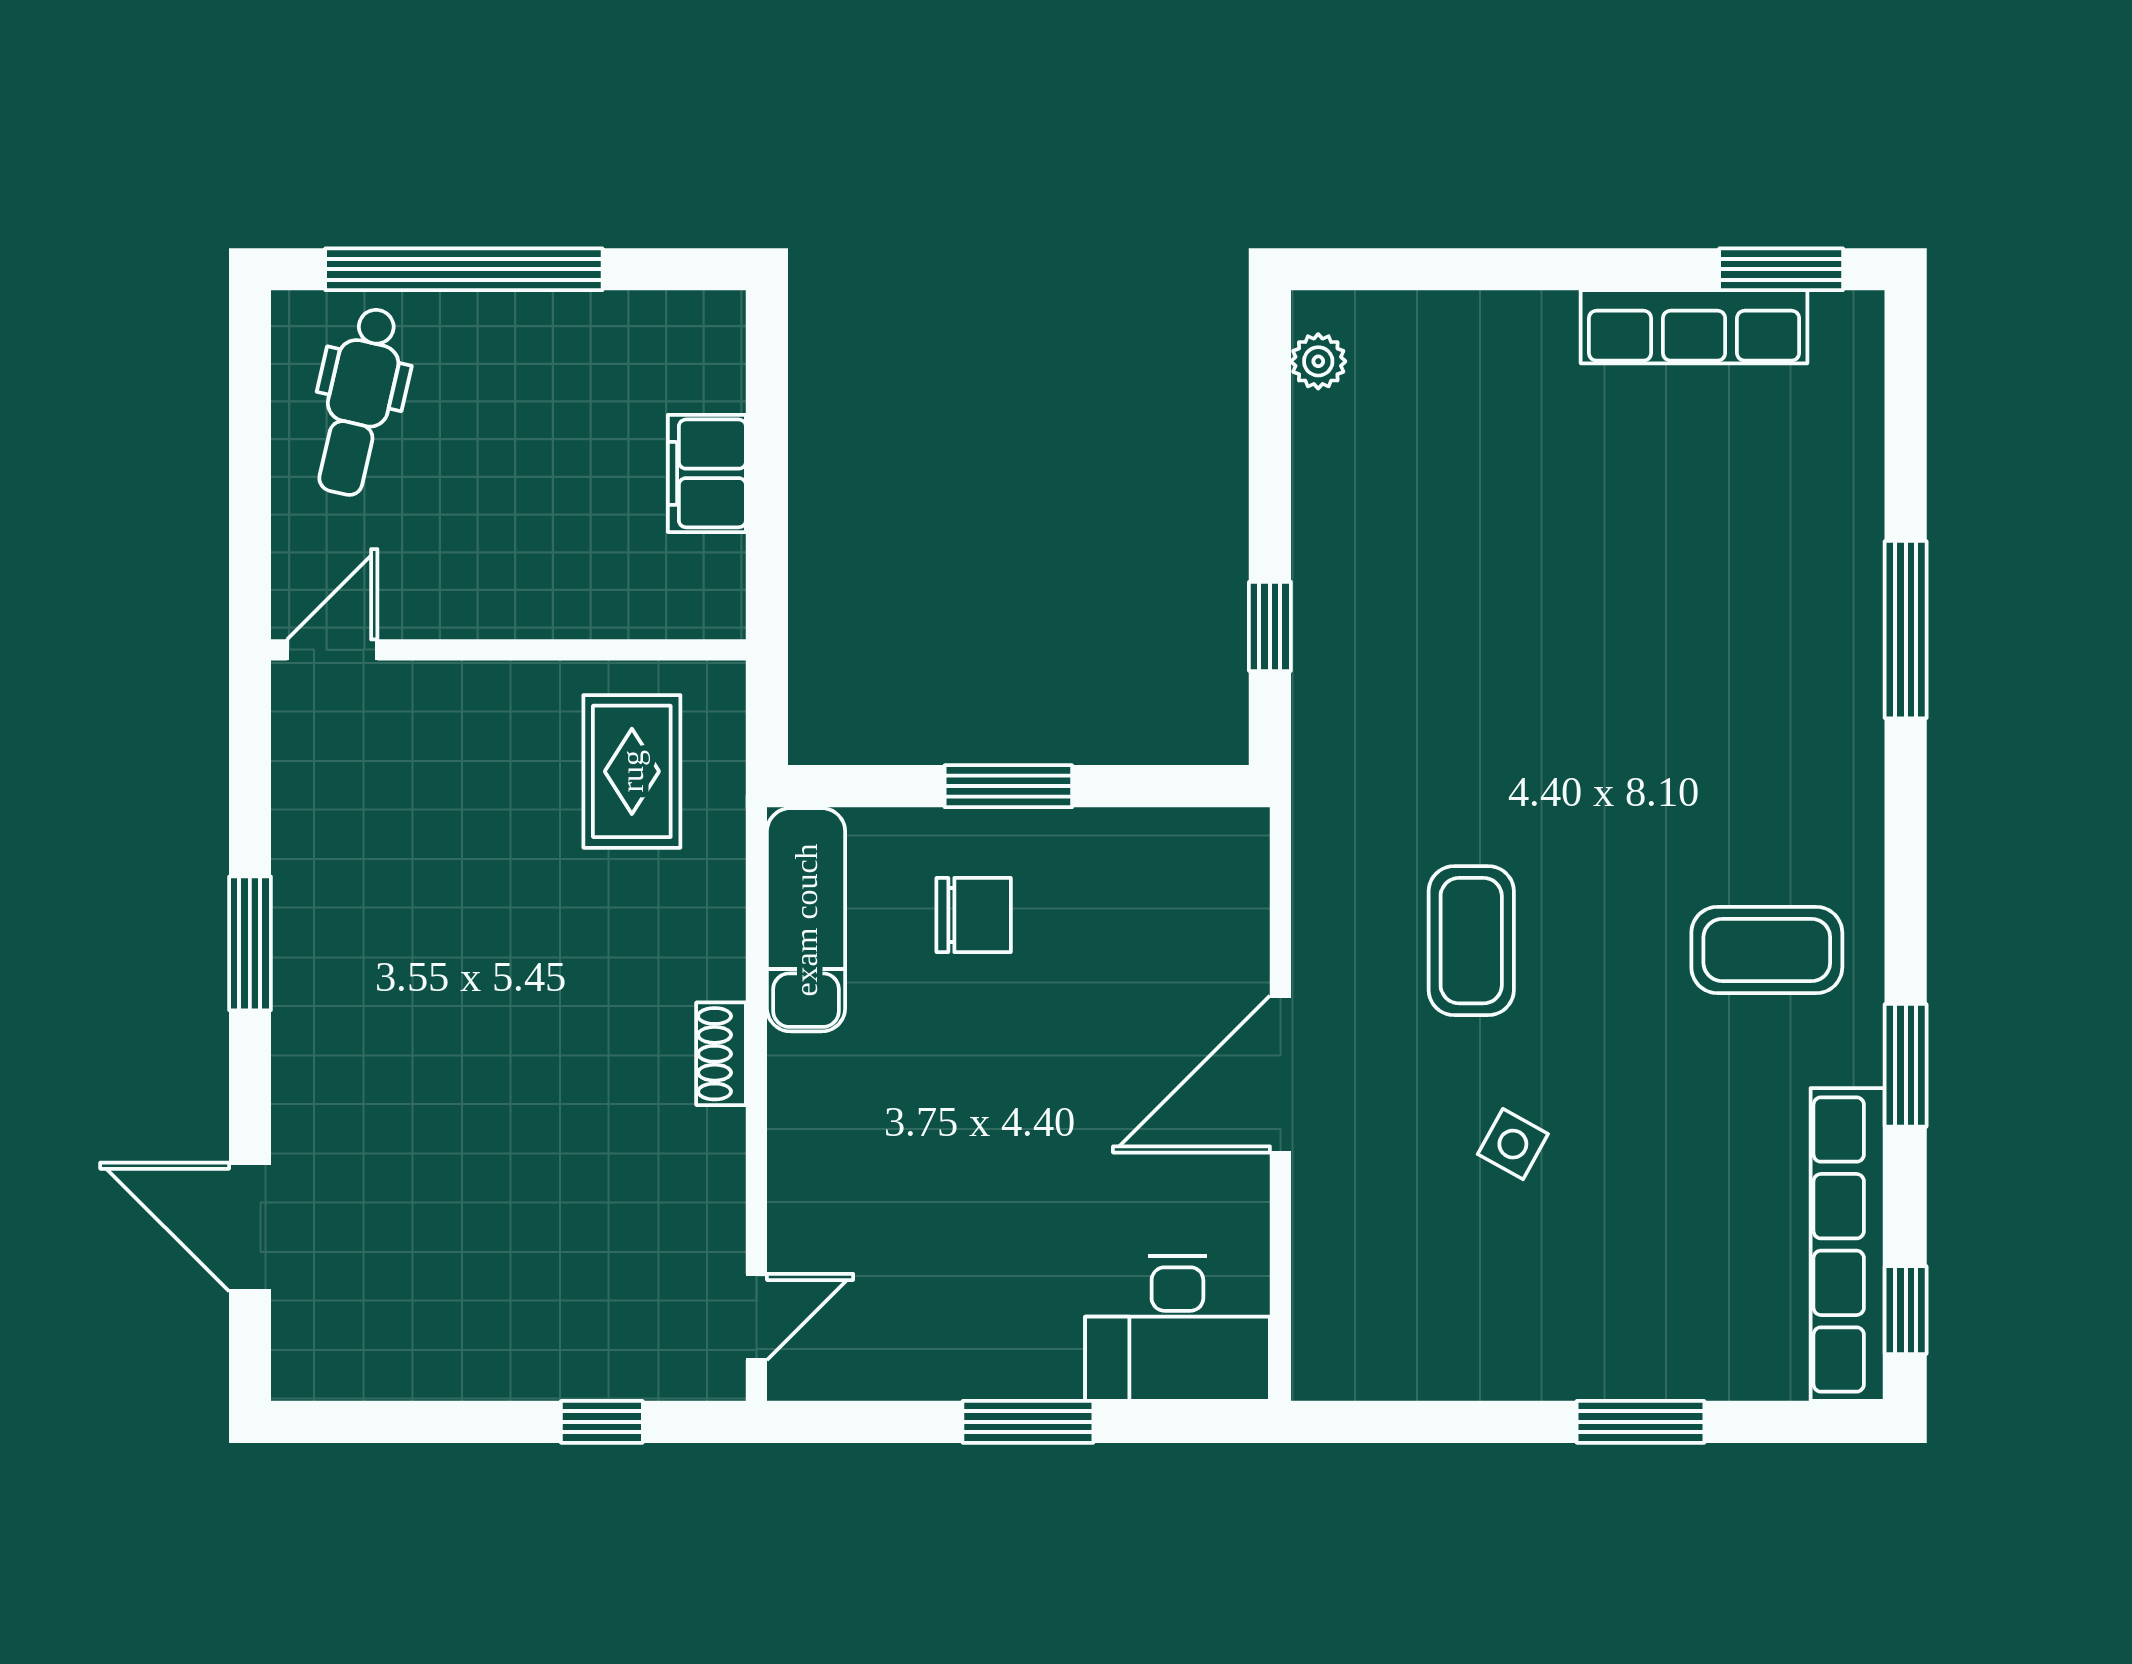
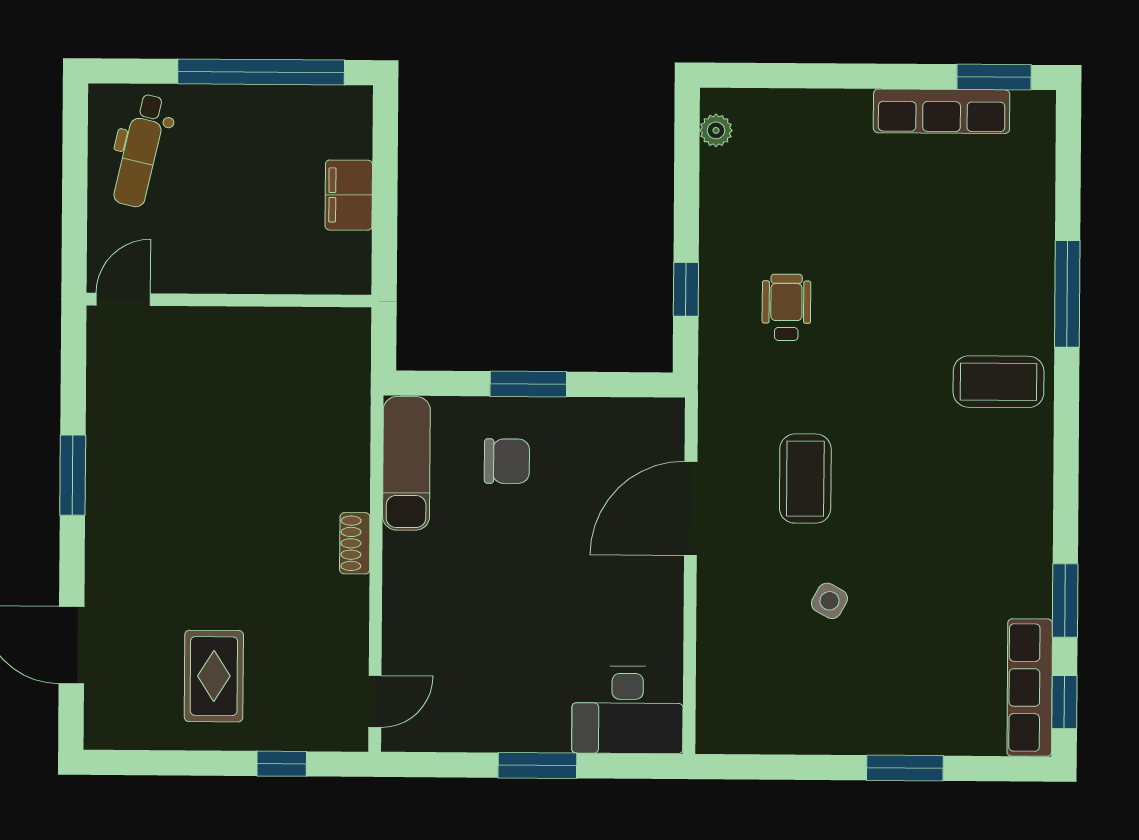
window: (464, 269) -> (261, 72), moved
wheelchair: (1438, 655) -> (786, 307), added
rug: (632, 771) -> (214, 676), moved
coffee table: (1767, 950) -> (999, 382), moved
window: (1906, 1065) -> (1065, 601), moved
door: (1280, 1074) -> (691, 508), moved
row of seats: (1848, 1245) -> (1030, 688), width x0.73

